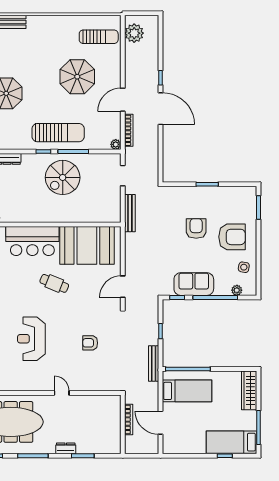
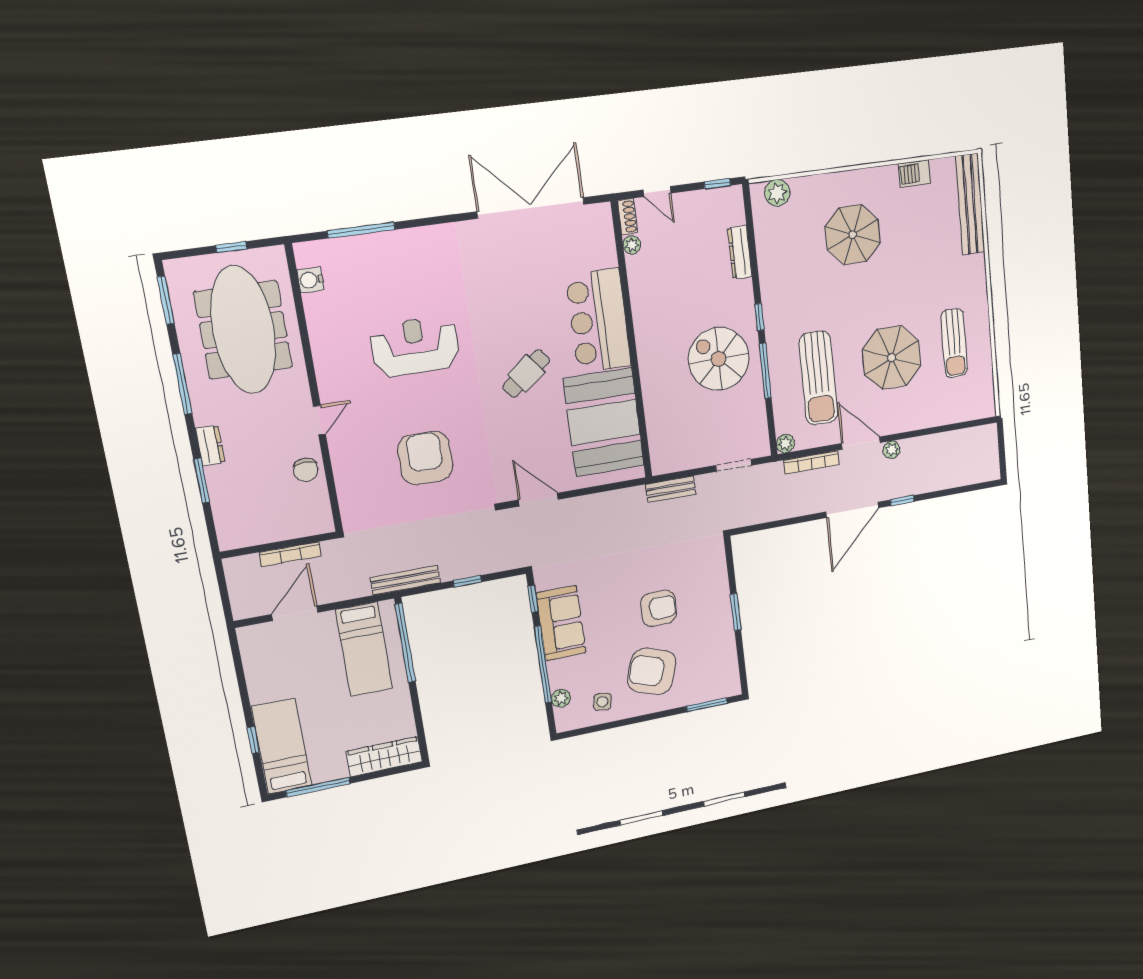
plant: (134, 33) -> (892, 450), moved, width x0.53, depth x0.53
sun lounger: (99, 37) -> (954, 343), moved
sun lounger: (58, 133) -> (818, 378), moved
bench: (130, 213) -> (671, 489), width x0.73
armchair: (232, 237) -> (652, 671), turned 109
cafe table: (54, 283) -> (526, 373), turned 30
armchair: (90, 343) -> (425, 458), width x1.88, depth x1.88
chair: (86, 404) -> (306, 470), added

